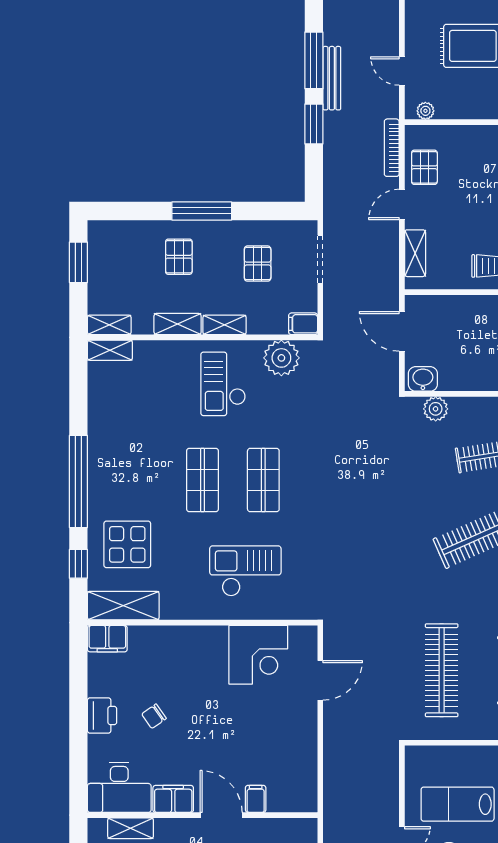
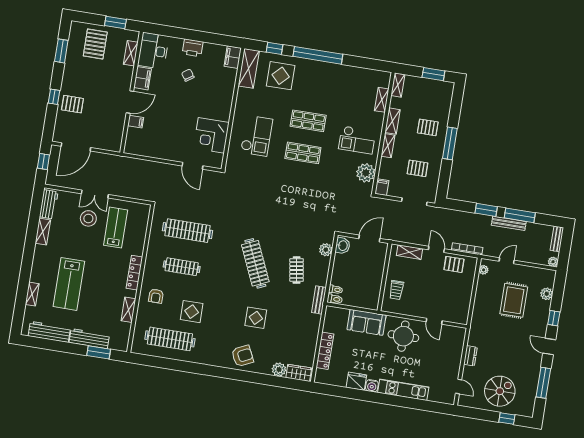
shelving: (110, 350) -> (382, 100), moved
checkout: (223, 384) -> (357, 140), turned 180

